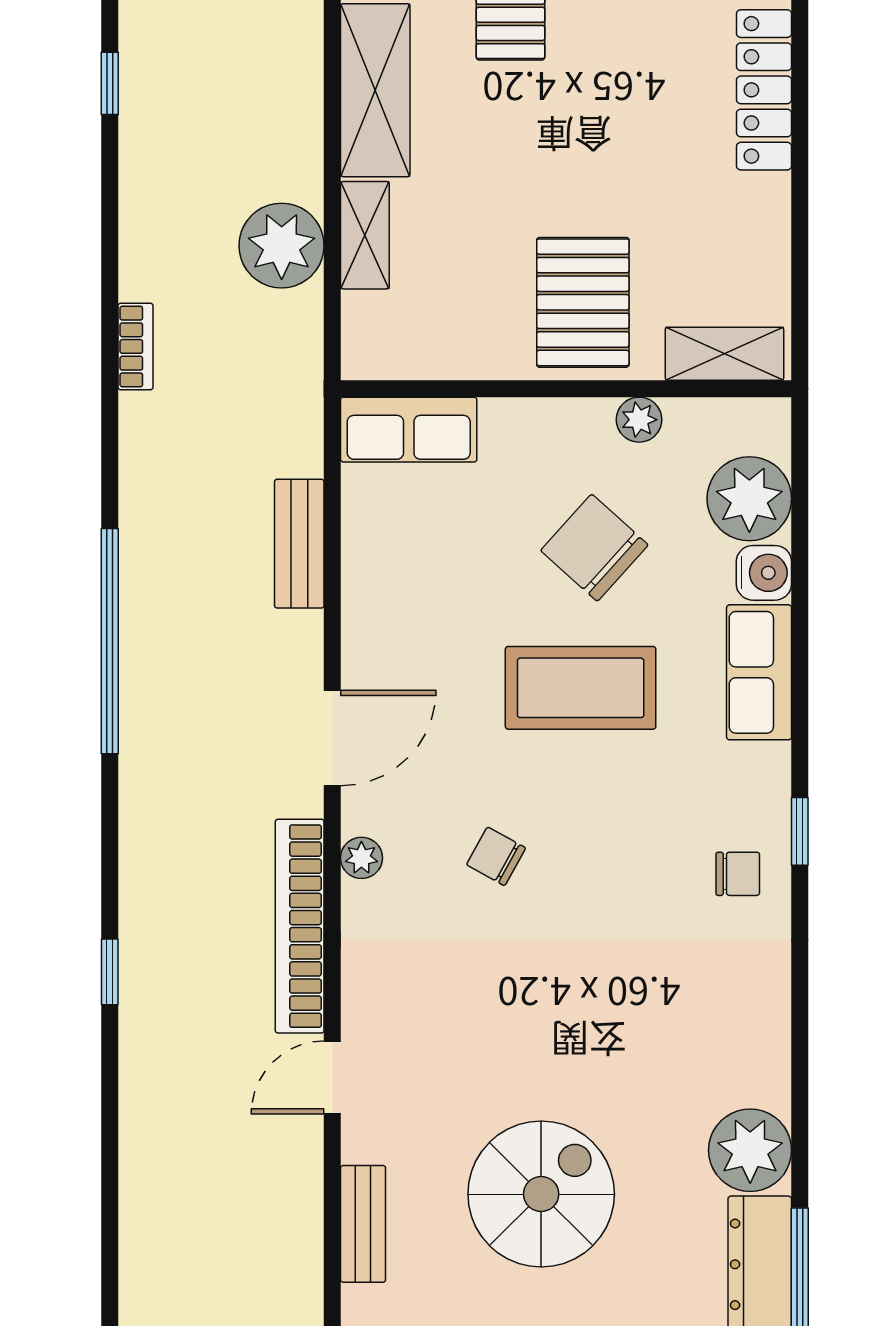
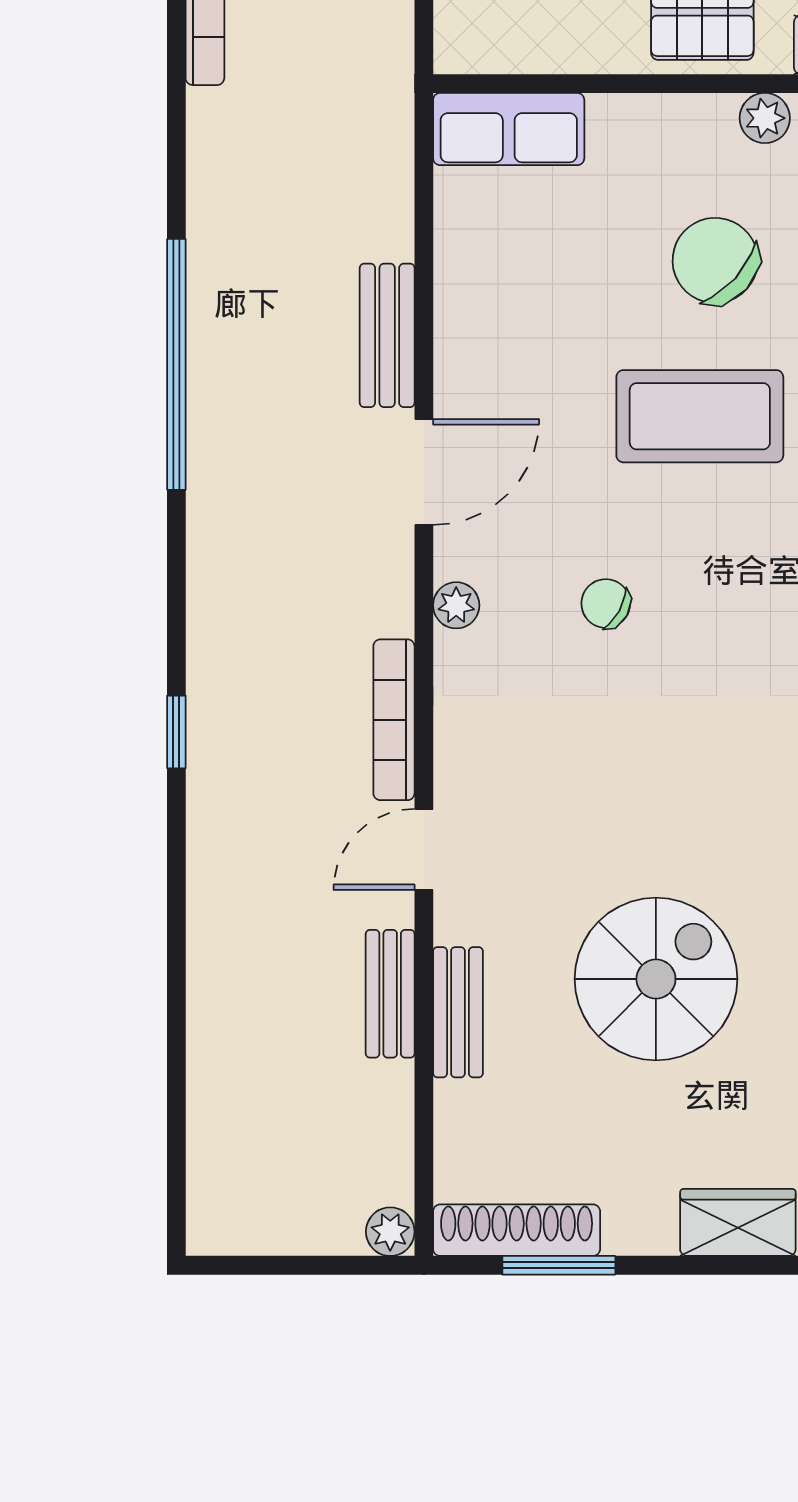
bench: (299, 544) -> (387, 335), moved
bookcase: (300, 926) -> (394, 720), width x0.68, depth x0.76
bench: (302, 1207) -> (390, 994), added

